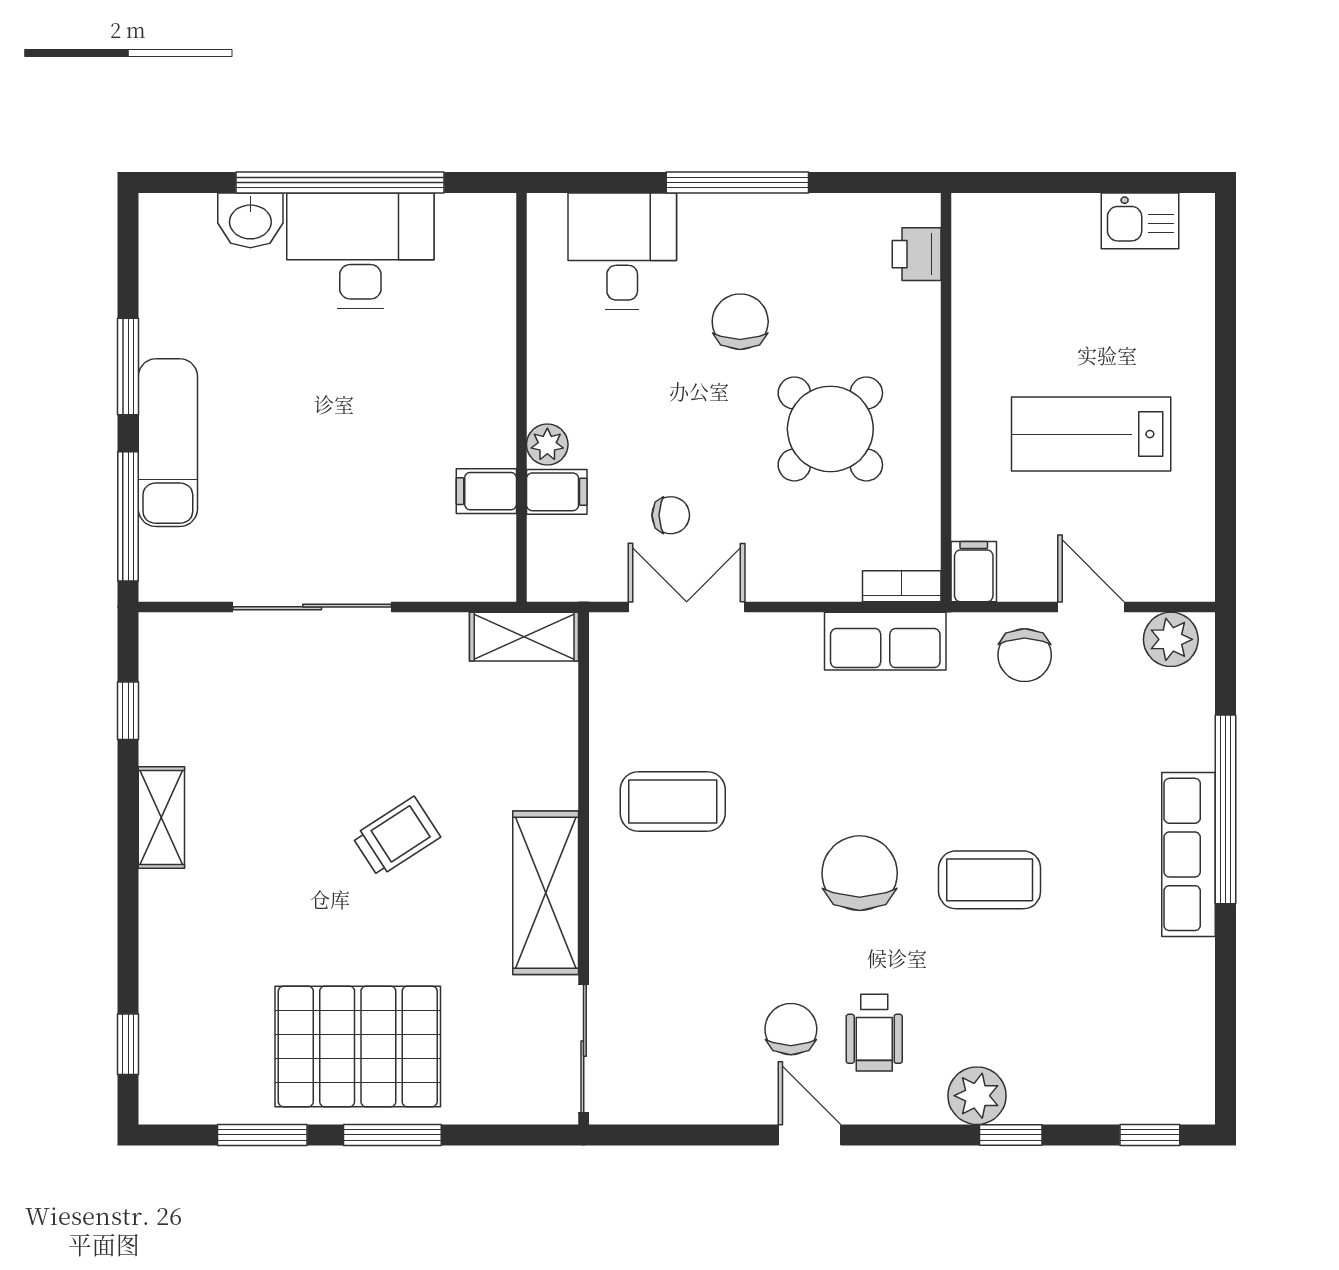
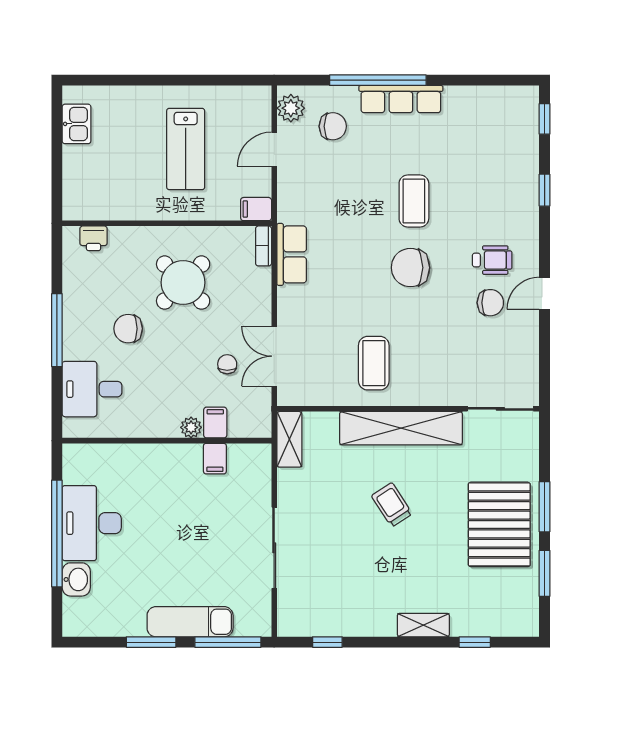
chair: (1025, 655) -> (333, 126), moved
shelving: (161, 818) -> (423, 625), moved
shelving: (546, 893) -> (401, 428), width x1.47
chair: (791, 1029) -> (490, 303), turned 180
window: (128, 1044) -> (475, 642), moved
plant: (977, 1096) -> (524, 207), removed

